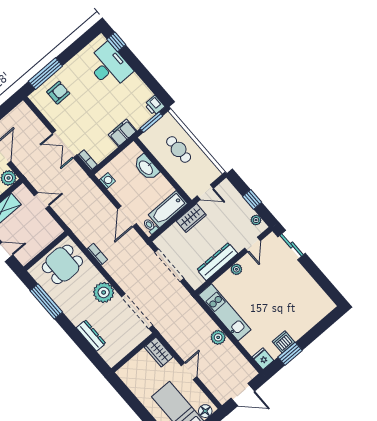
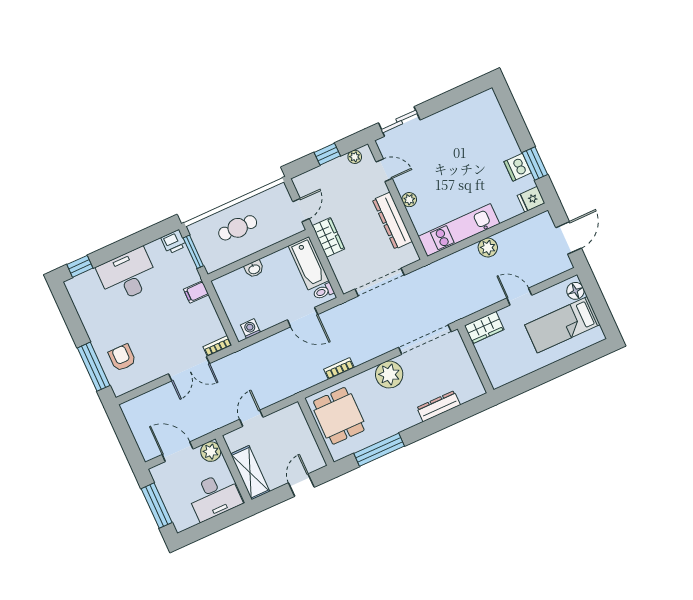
desk: (109, 66) -> (128, 275), moved
filing cabinet: (122, 133) -> (196, 292), width x0.50
washbasin: (146, 167) -> (254, 269), width x0.52, depth x0.69

